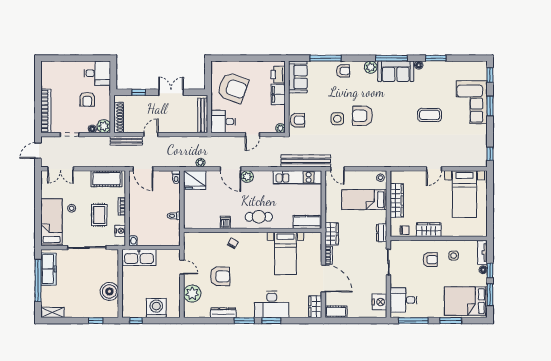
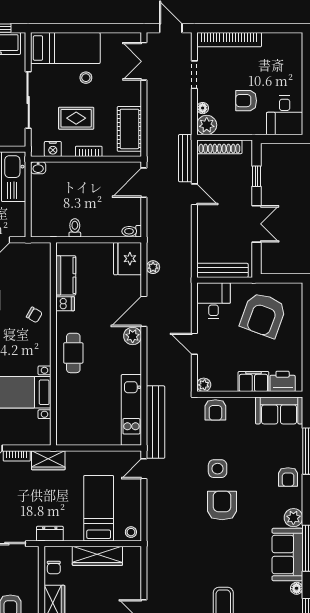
kitchen counter: (307, 222) -> (66, 275), moved

